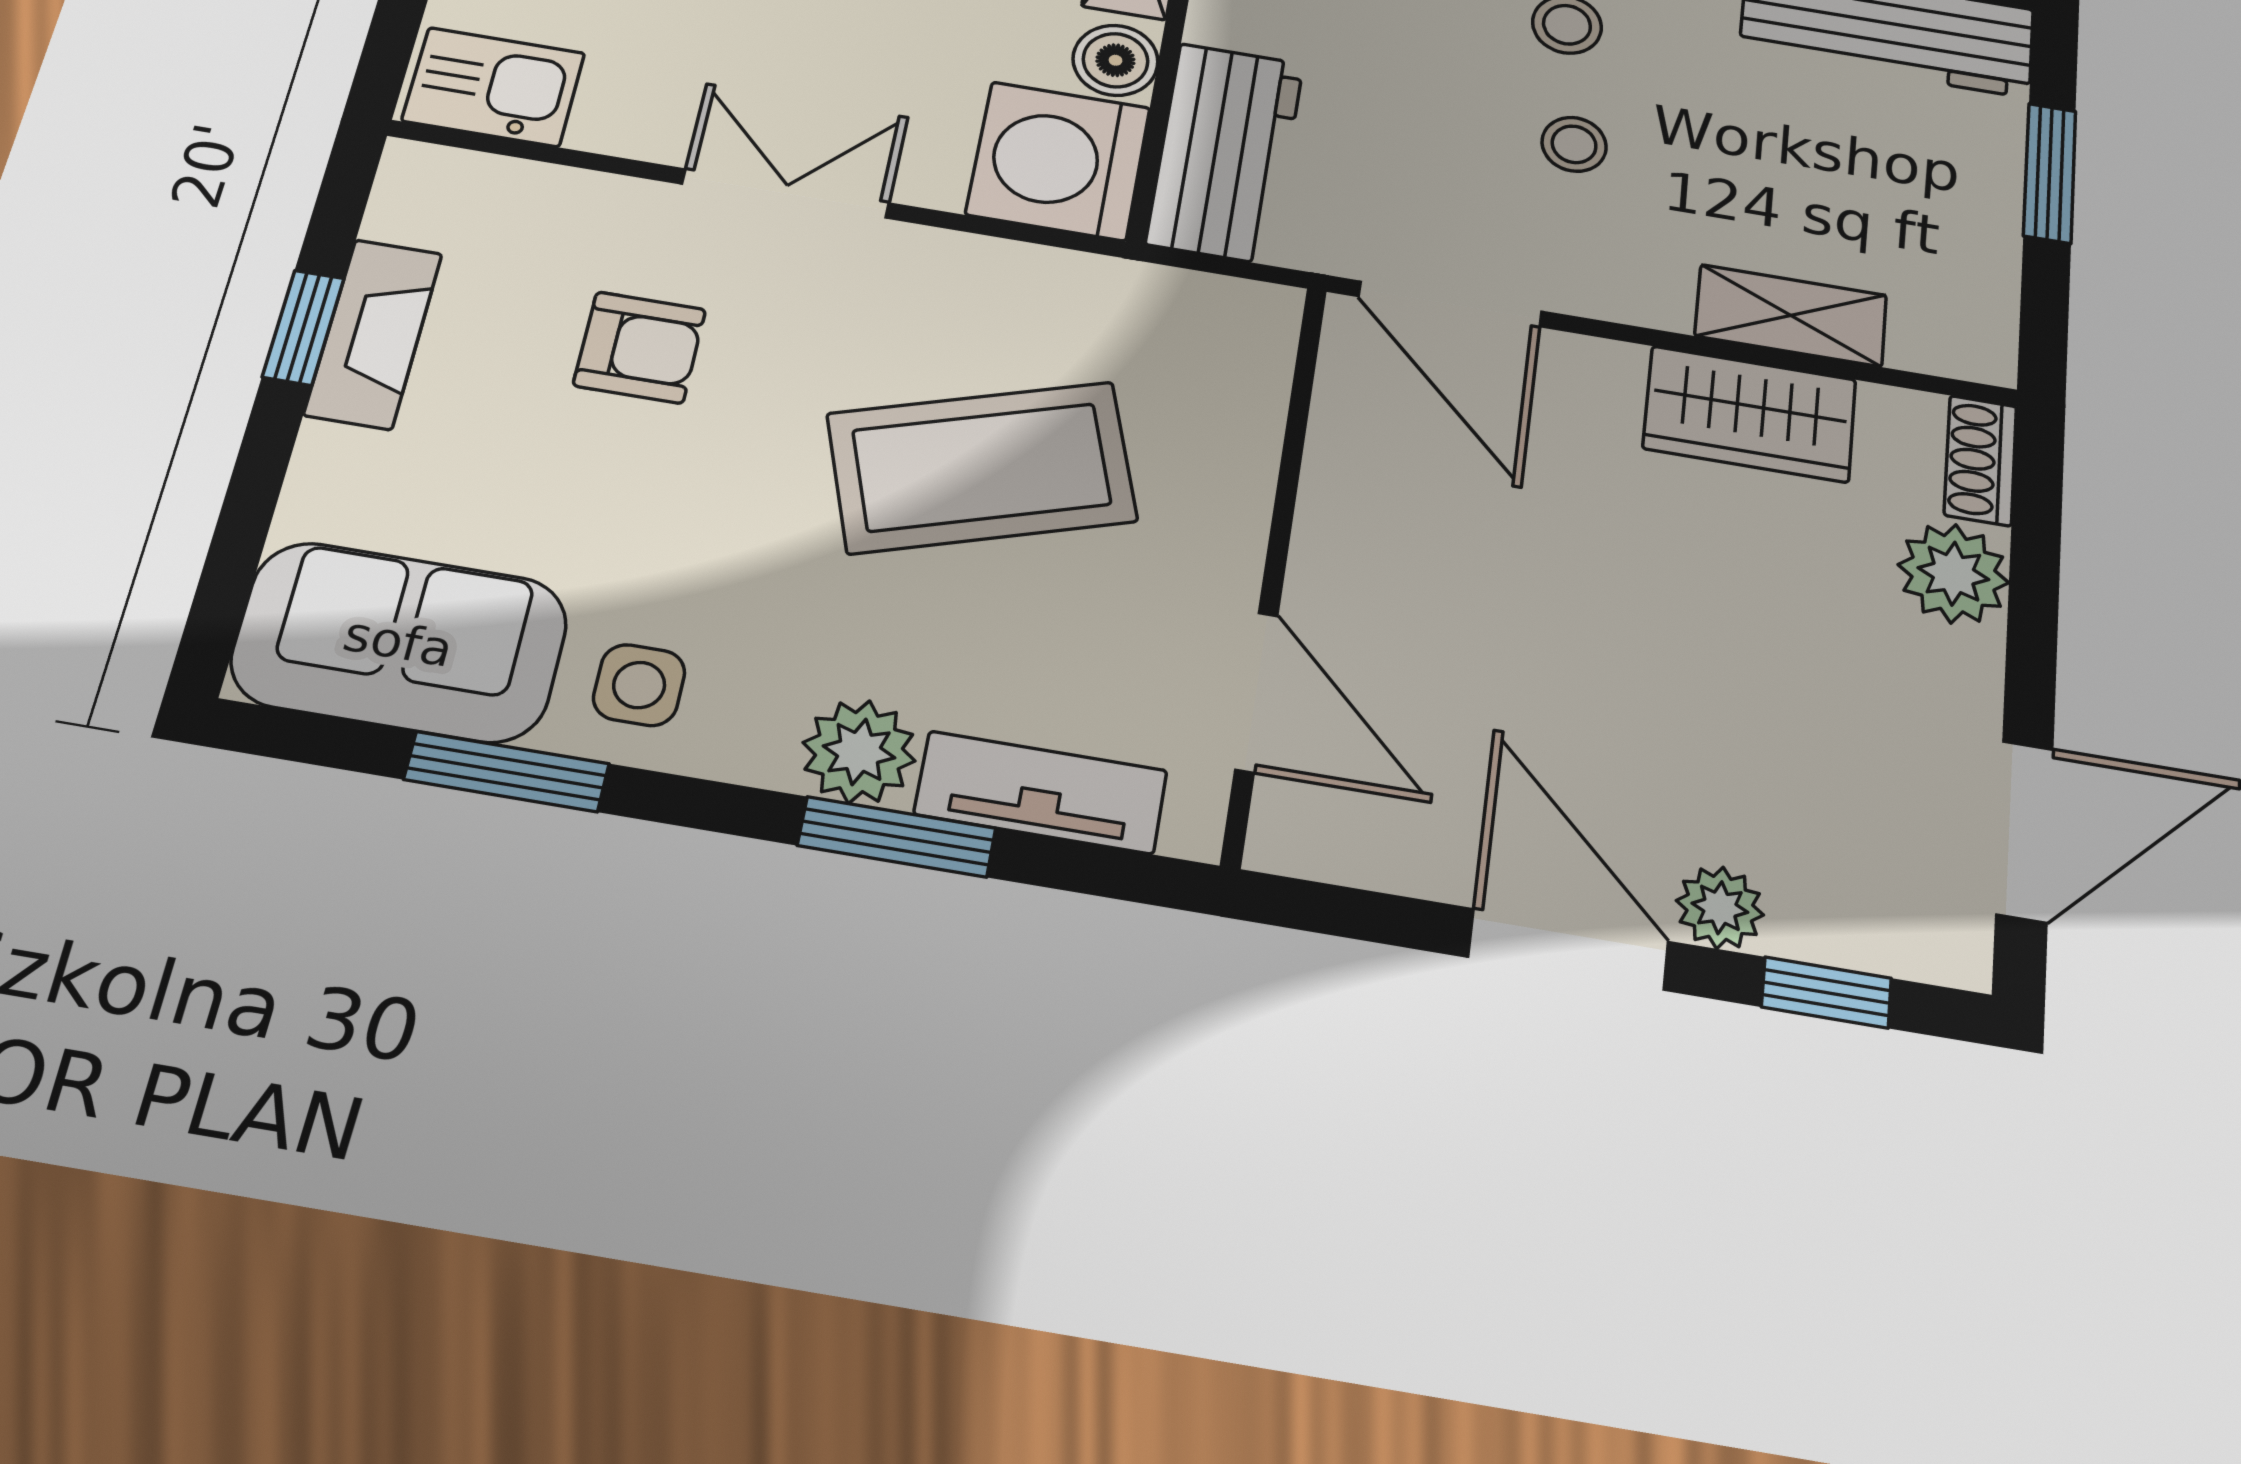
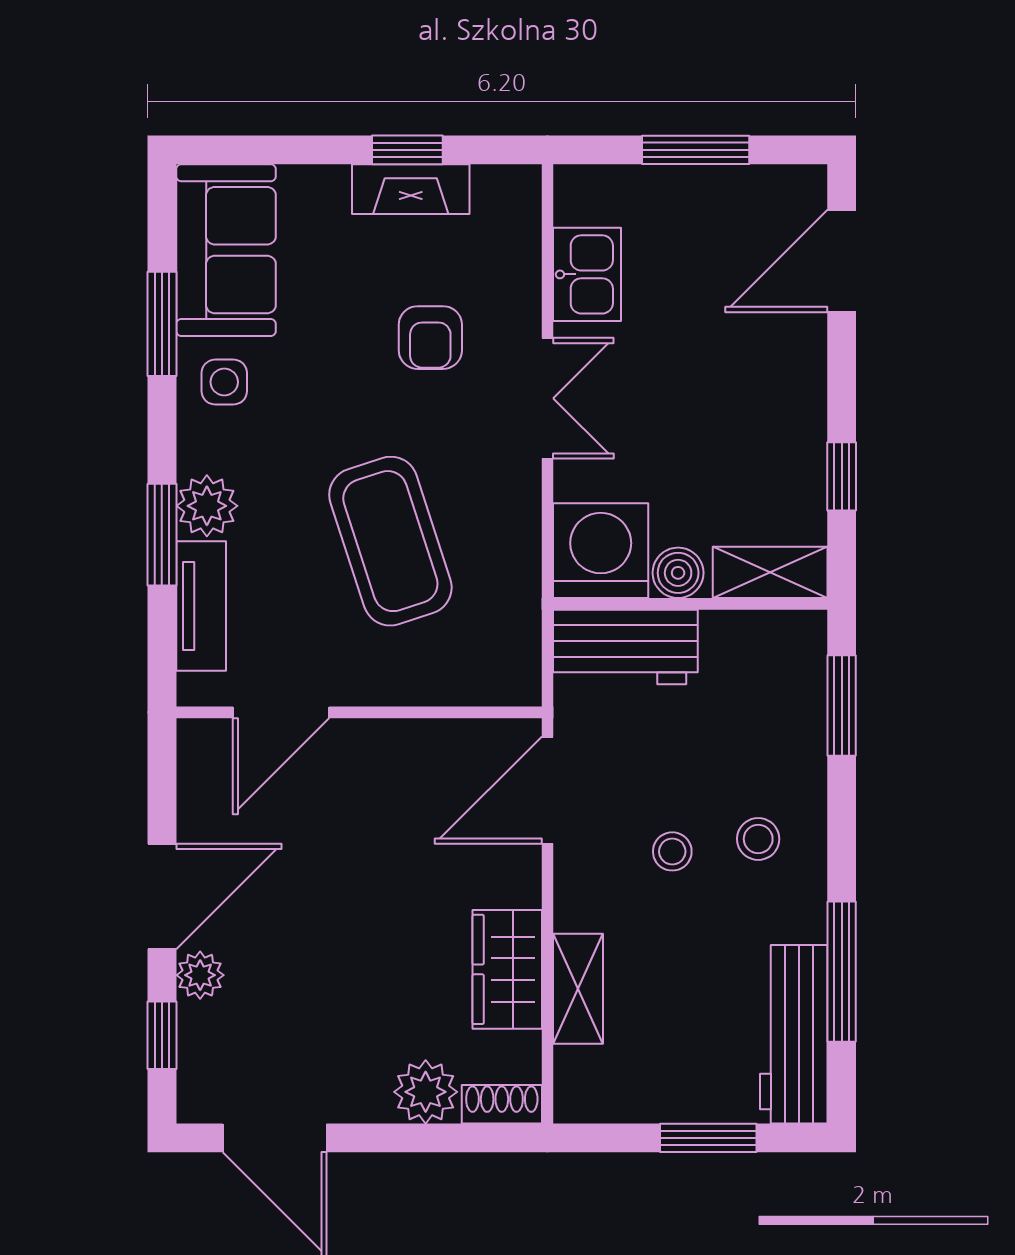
kitchen sink: (494, 87) -> (587, 274), moved

